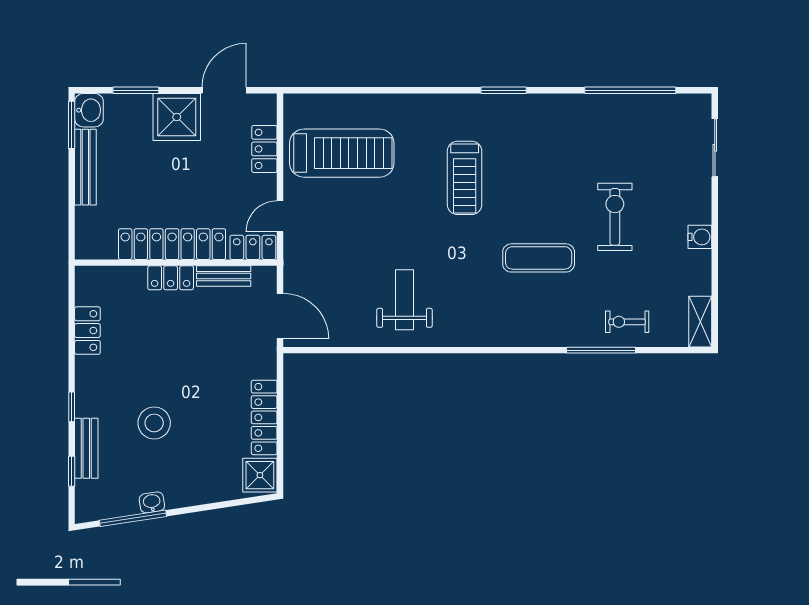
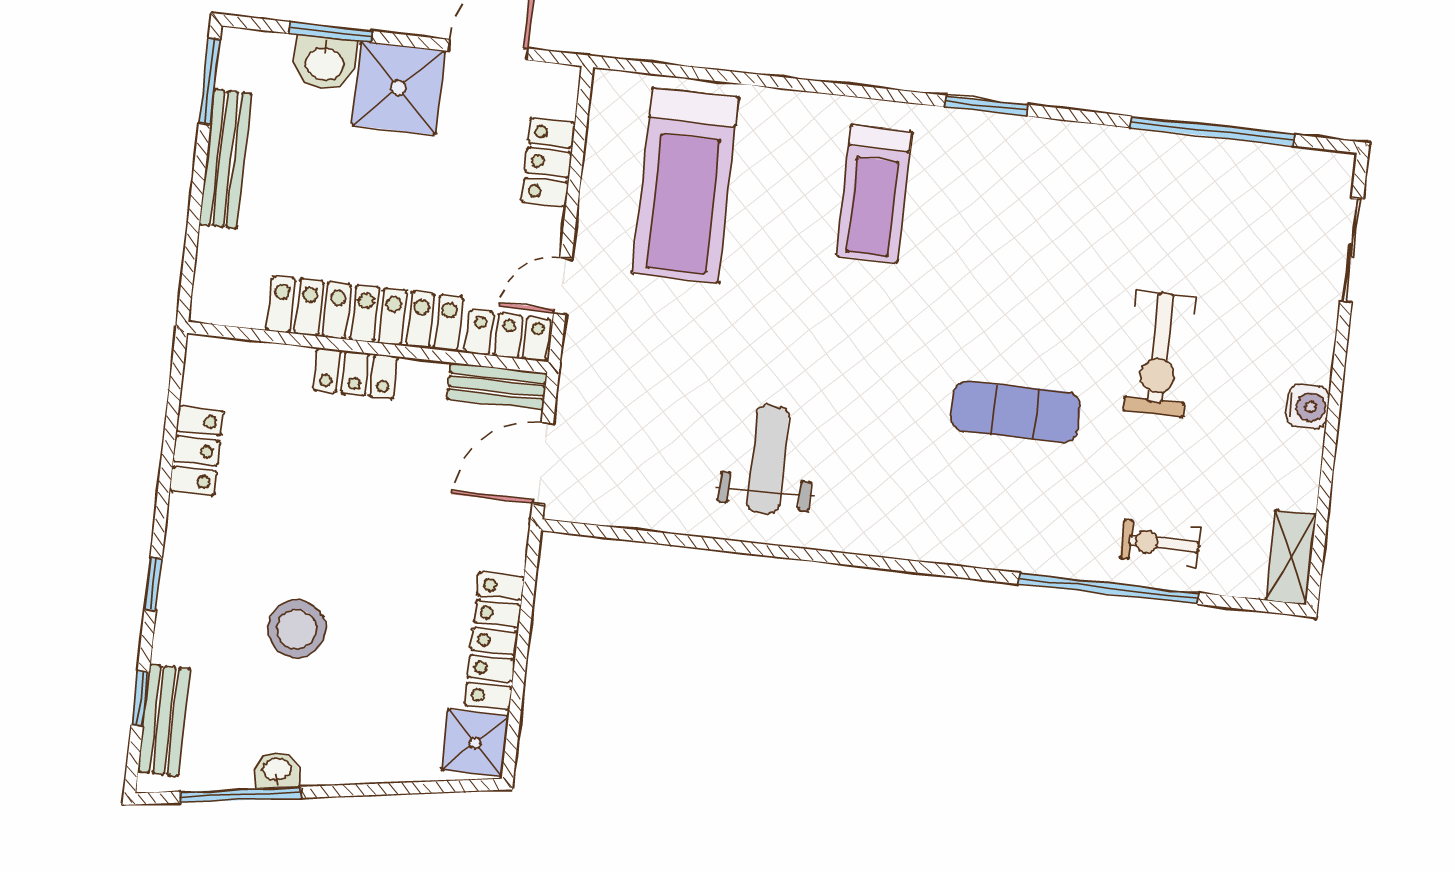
washbasin: (89, 110) -> (325, 63), moved, turned 90
treadmill: (342, 153) -> (685, 185), turned 90
treadmill: (465, 178) -> (874, 194), moved
exercise bike: (615, 217) -> (1160, 354), turned 180
bench: (224, 276) -> (497, 386), moved
door: (280, 316) -> (543, 463), swing flipped
window: (601, 350) -> (1108, 588), width x1.46
bench: (86, 448) -> (164, 720), moved

